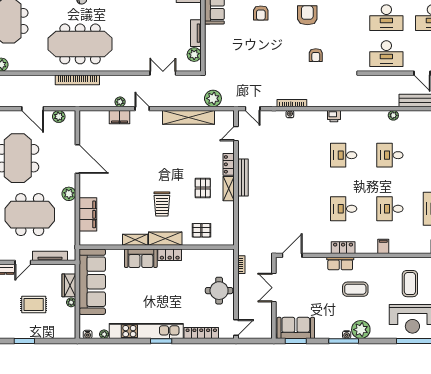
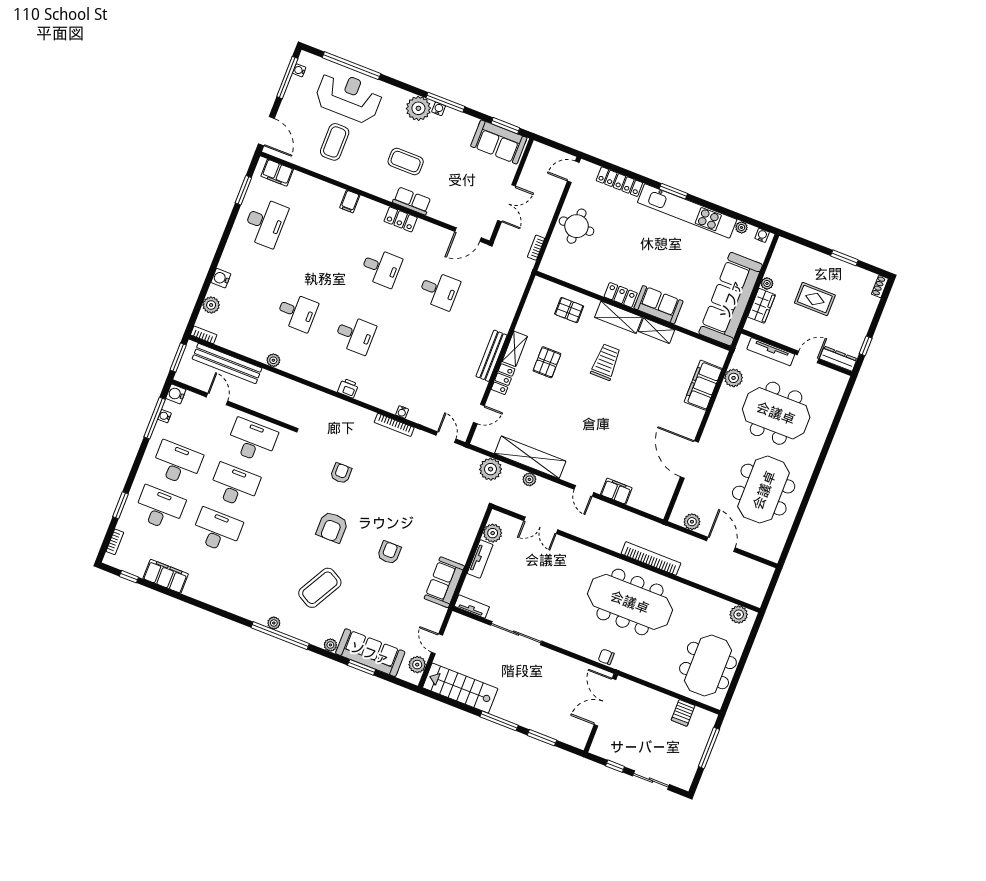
plant: (120, 102) -> (529, 479), moved
plant: (69, 194) -> (734, 378), moved
desk: (390, 209) -> (439, 290), moved

